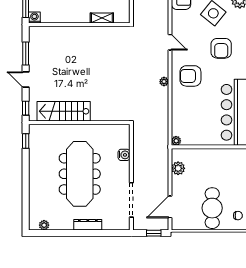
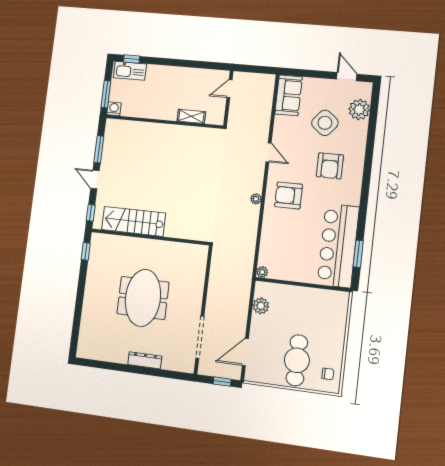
water cooler: (124, 155) -> (198, 282), removed
meeting table: (80, 174) -> (143, 298), width x0.73
plant: (44, 225) -> (94, 354), removed

